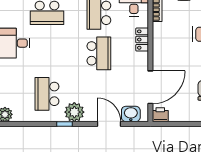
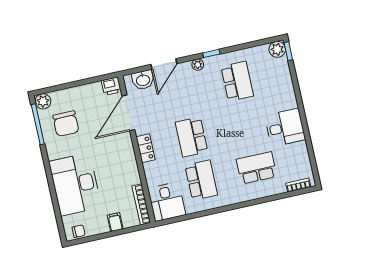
locker: (142, 40) -> (146, 148), moved
plant: (74, 112) -> (198, 65), width x0.53, depth x0.53
door: (109, 124) -> (164, 64), hinge flipped

